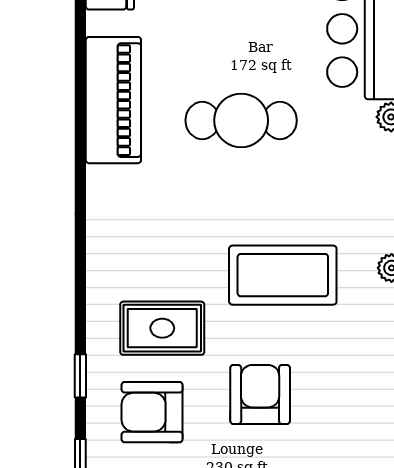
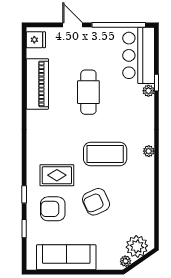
cafe table: (241, 120) -> (88, 92), turned 90
armchair: (260, 394) -> (96, 202), turned -114

